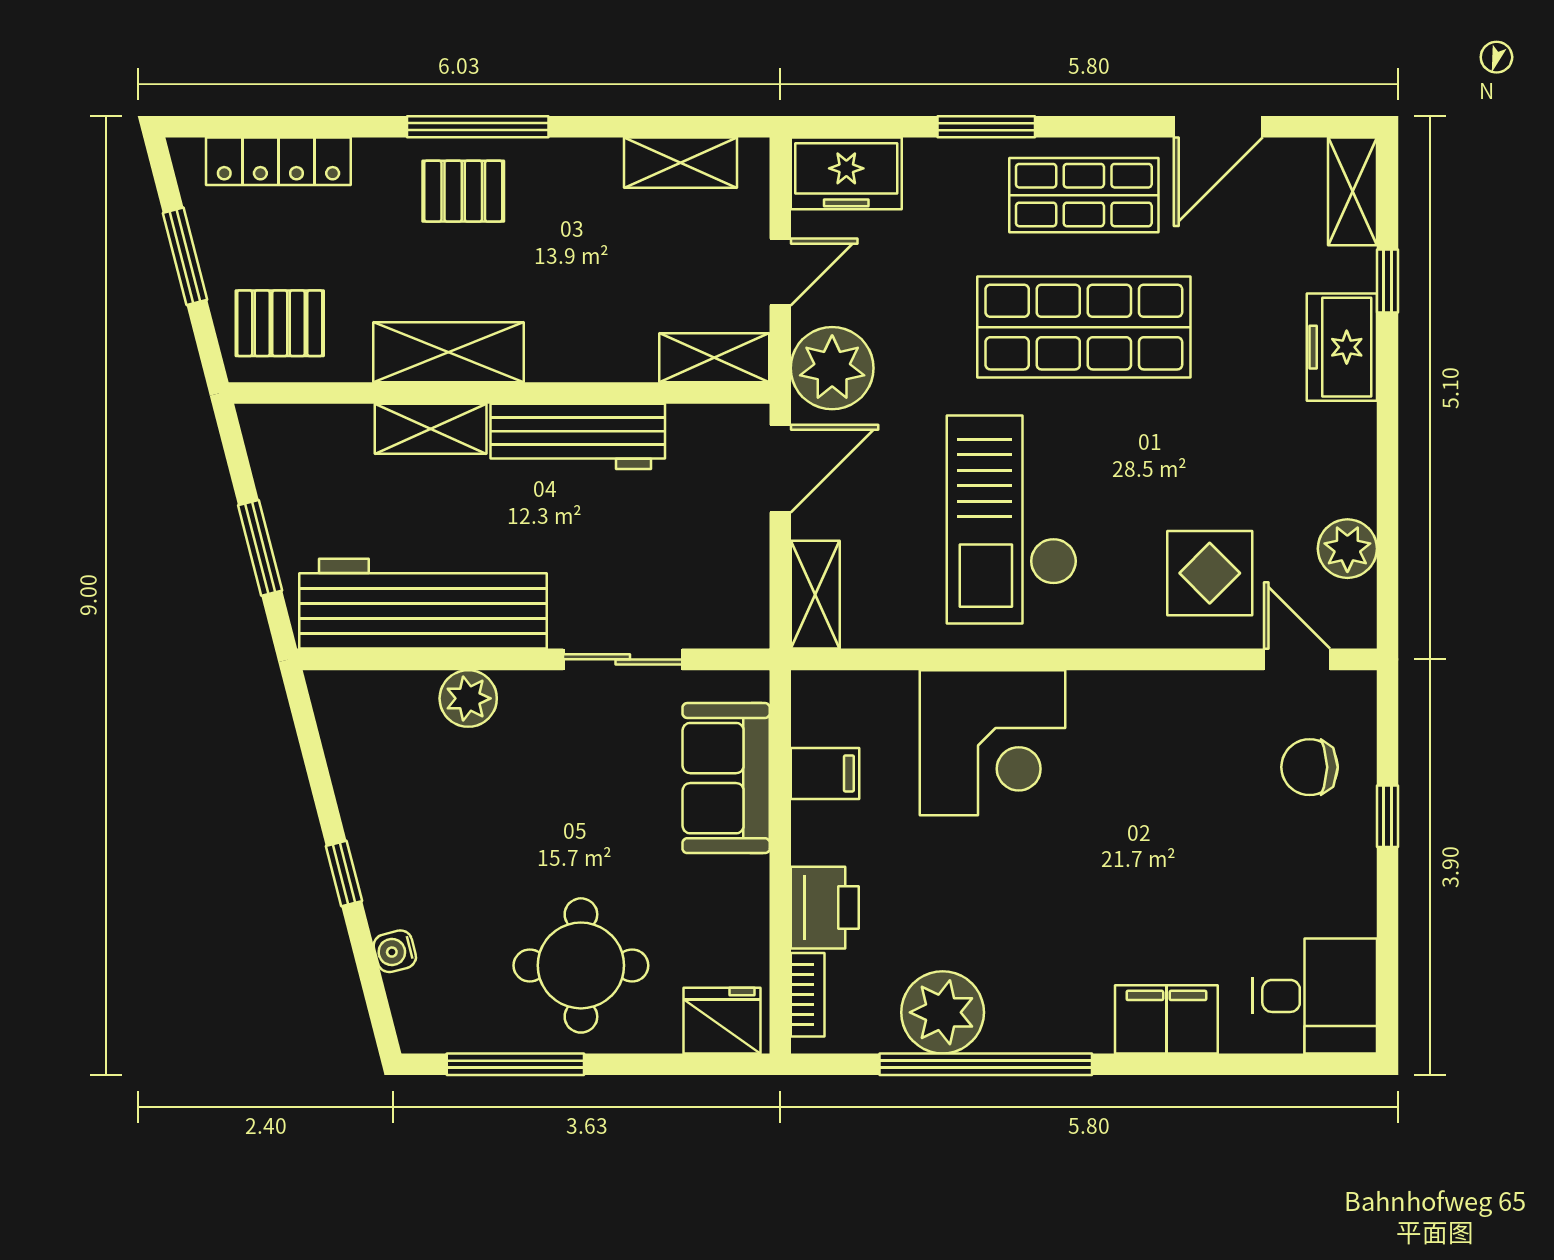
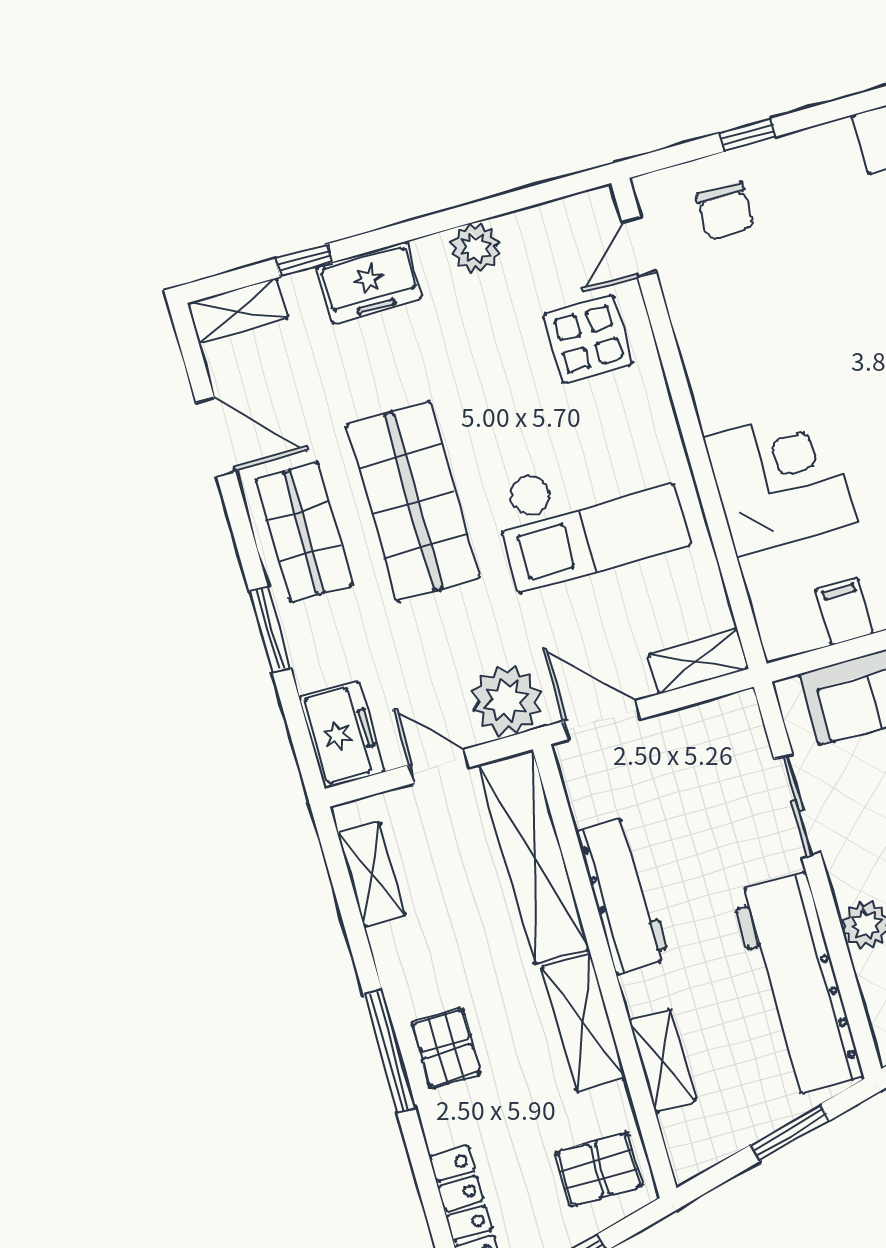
pallet: (280, 323) -> (599, 1169), turned 90
shelving: (714, 358) -> (534, 857), width x2.20, depth x1.33
shelving: (431, 429) -> (663, 1061), moved
plant: (1347, 549) -> (476, 248), moved

